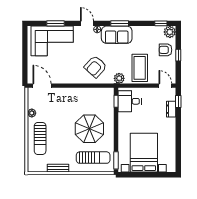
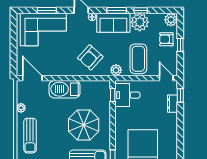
window: (161, 23) -> (141, 10), moved
plant: (141, 34) -> (140, 22), added
barbecue: (72, 96) -> (65, 89), added

